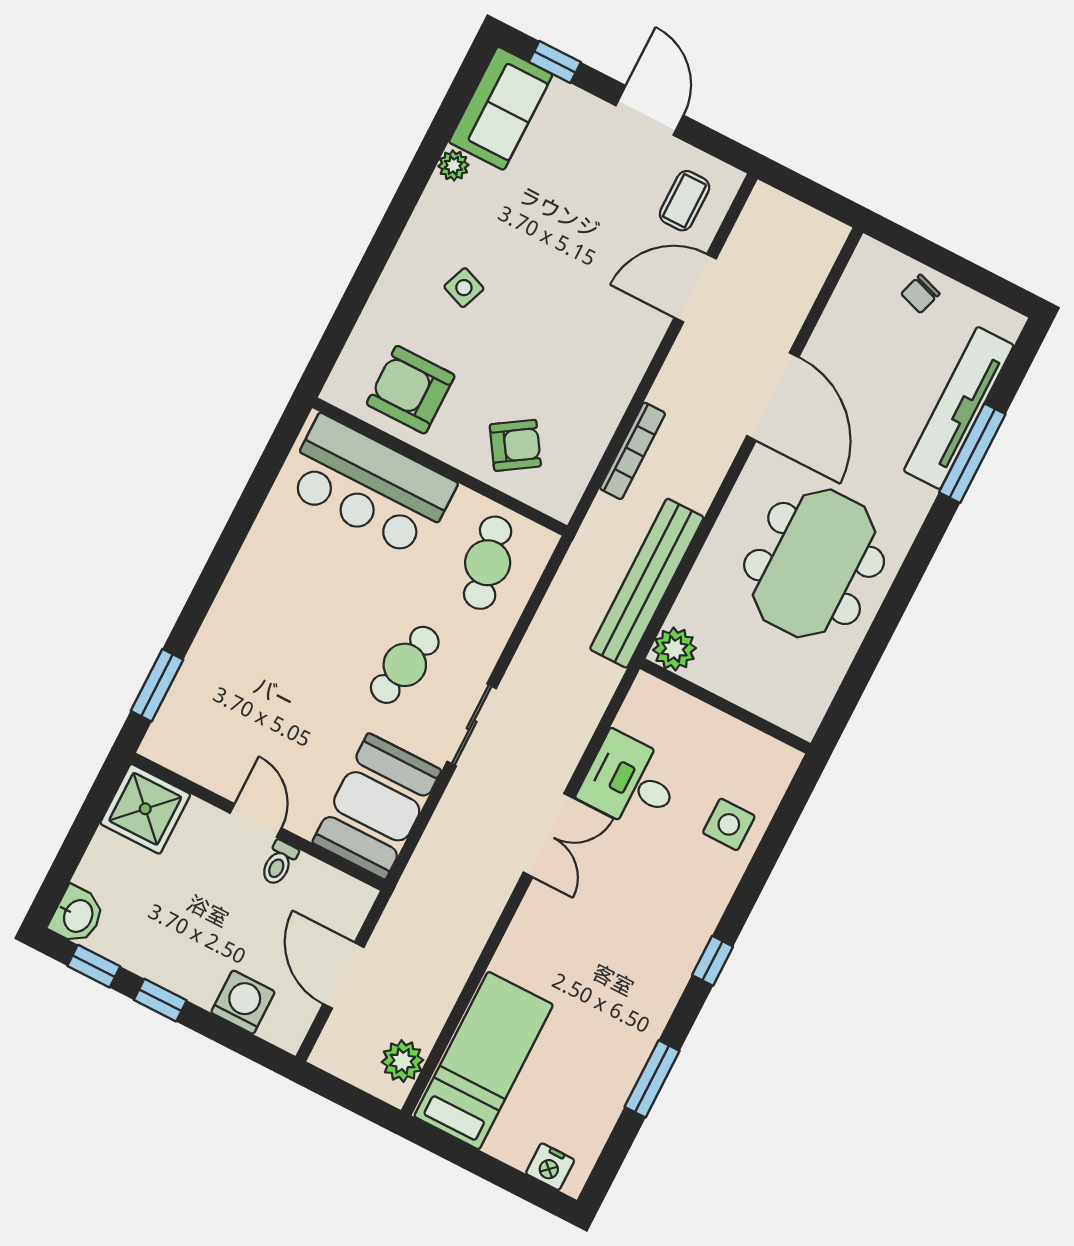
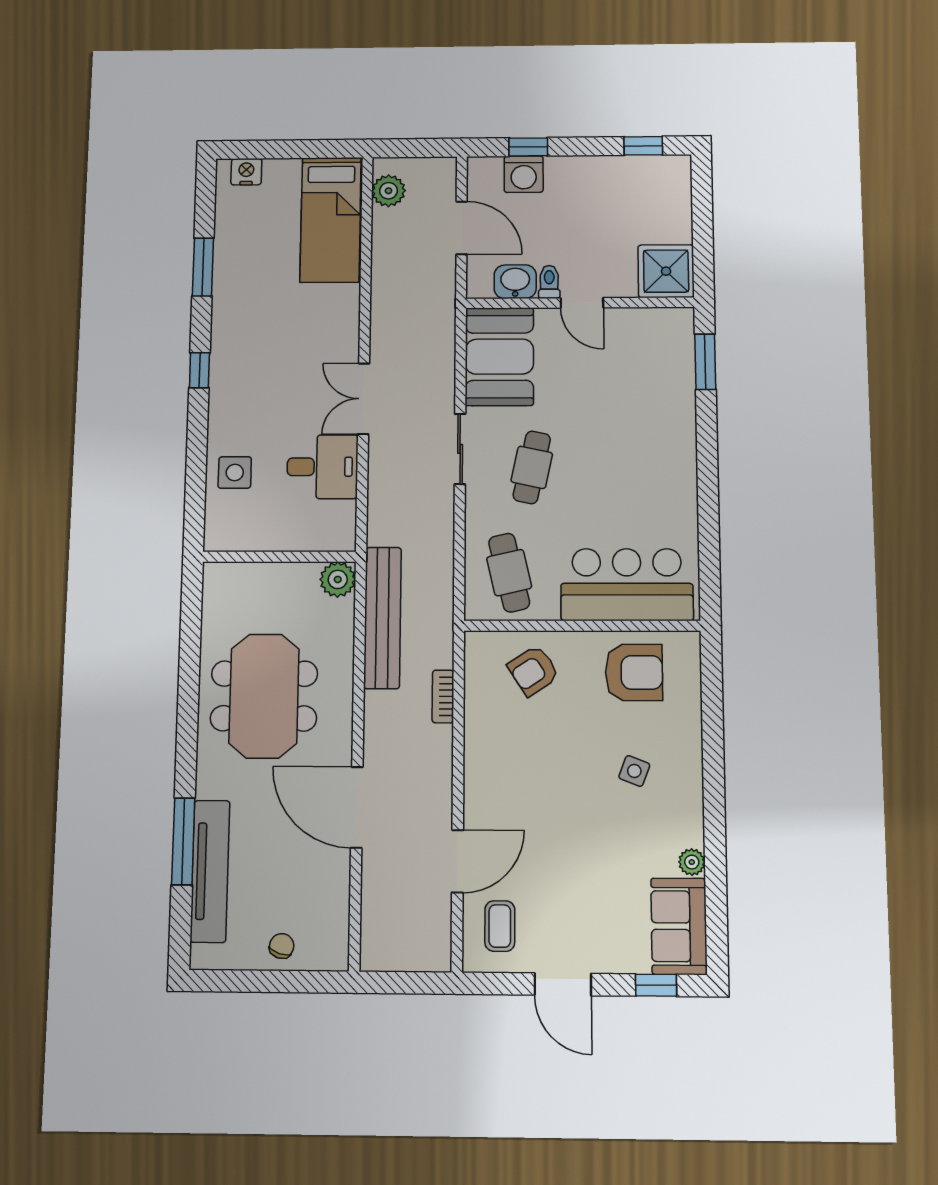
bookcase: (633, 451) -> (443, 696), width x0.64
washbasin: (77, 915) -> (515, 282), moved, turned 90
window: (160, 1000) -> (528, 147), moved

